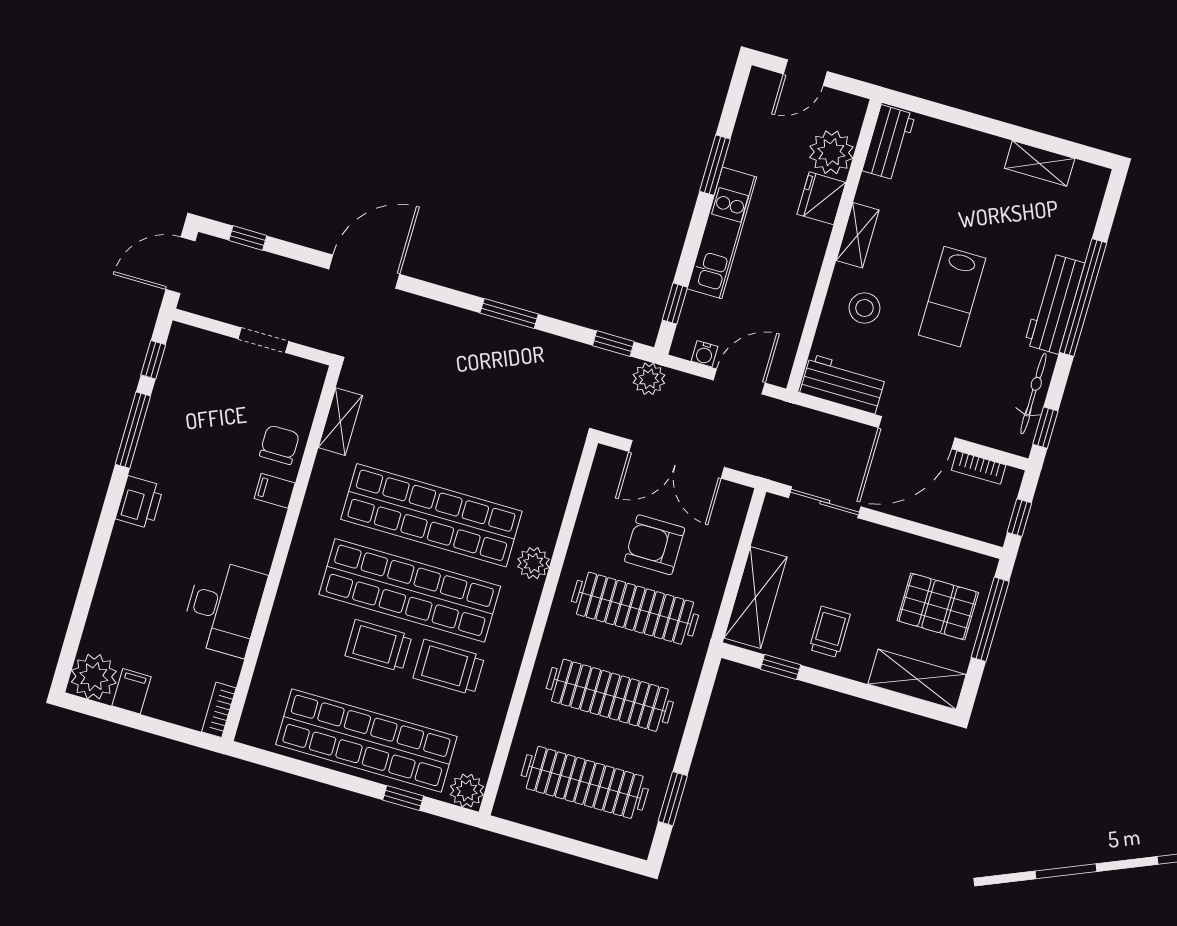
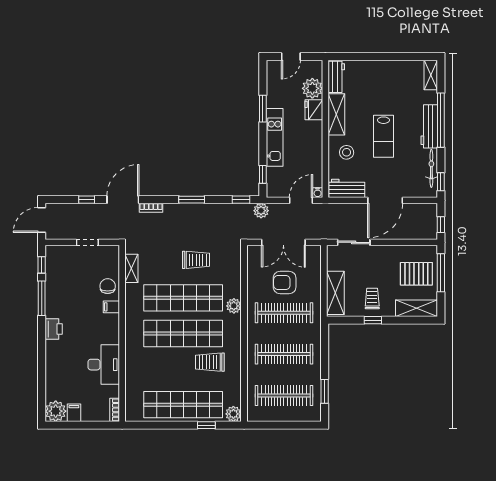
shelving: (1040, 163) -> (431, 75), moved, turned 90
shelving: (858, 235) -> (336, 114), width x1.50, depth x1.33
window: (248, 238) -> (87, 200), moved
water cooler: (704, 354) -> (318, 193), moved
bookcase: (979, 468) -> (151, 208), moved
trolley: (379, 646) -> (196, 260), moved, turned 180
window: (781, 667) -> (373, 320), moved

